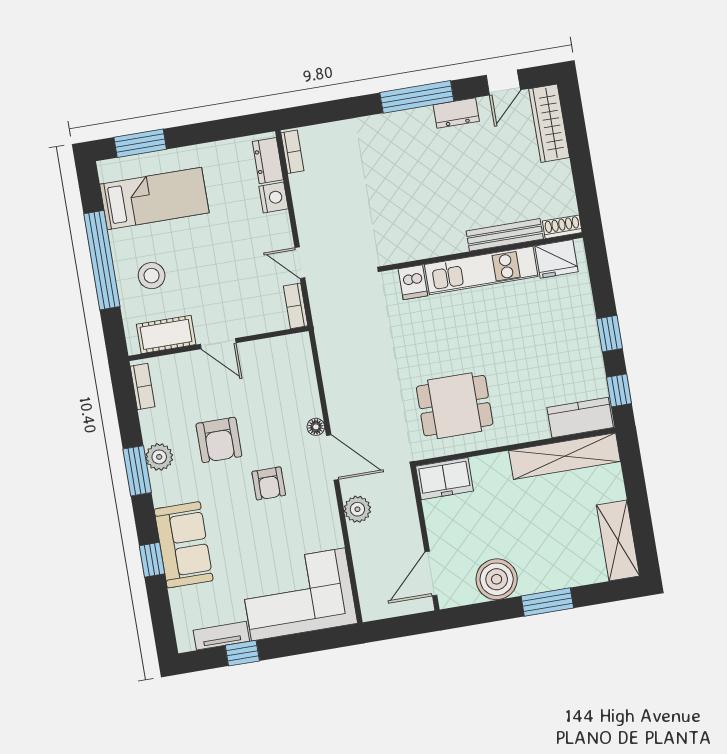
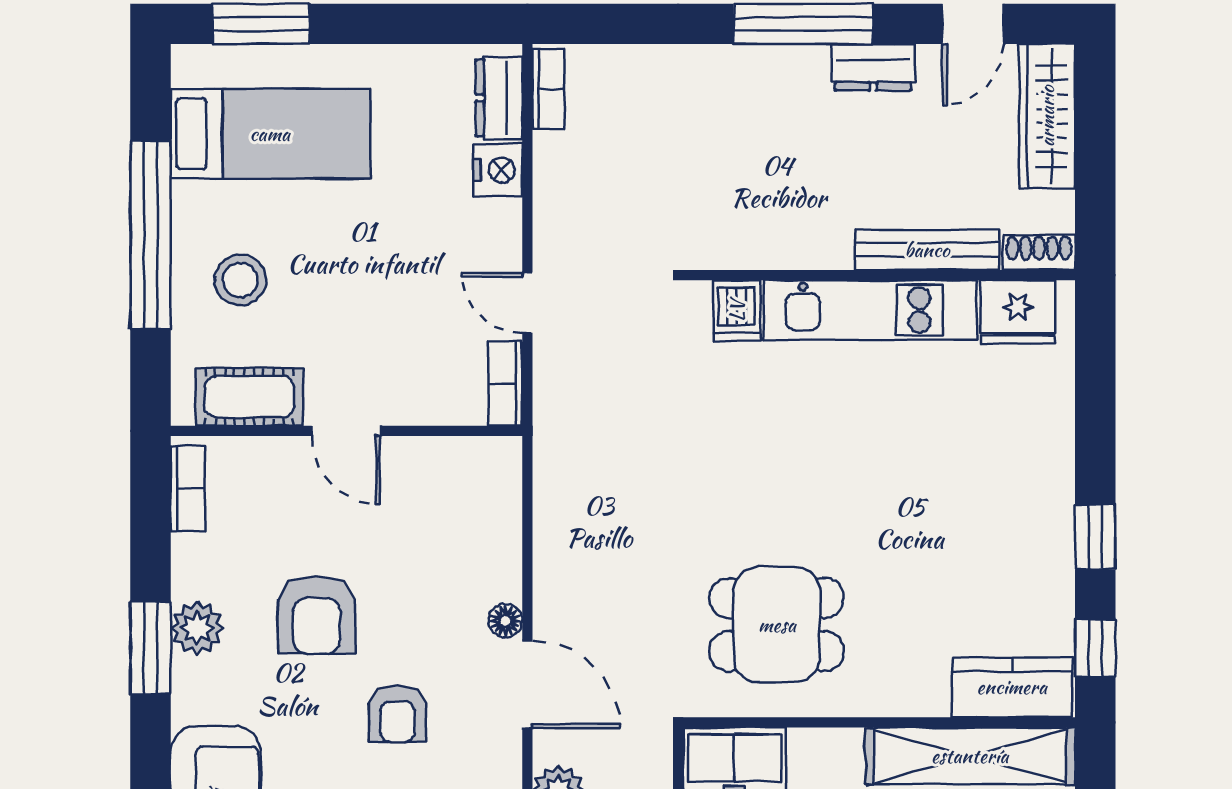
shoe rack: (562, 227) -> (1039, 253), moved
bench: (505, 235) -> (927, 250), moved
wall: (483, 252) -> (879, 275), moved
fridge: (556, 259) -> (1018, 312), moved
kitchen unit: (481, 270) -> (871, 310), moved
dishwasher: (413, 282) -> (737, 311), moved

